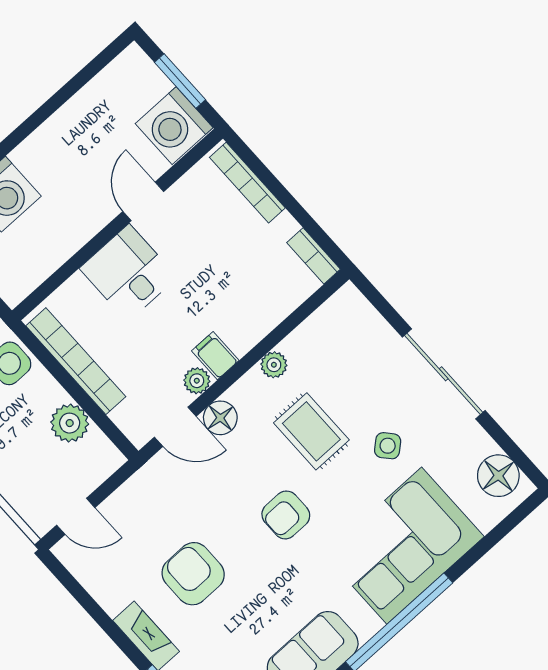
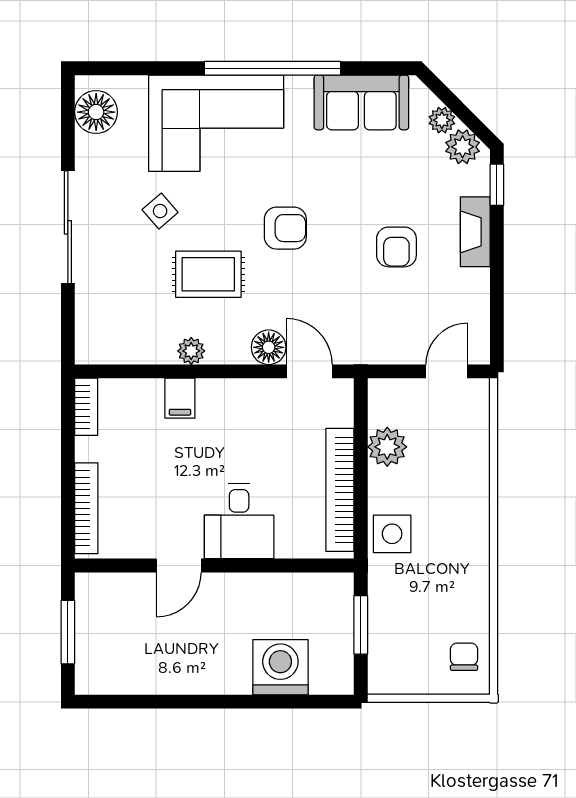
washing machine: (174, 126) -> (103, 602), removed
filing cabinet: (215, 356) -> (180, 398), moved
plant: (197, 381) -> (261, 392), removed
rug: (311, 431) -> (208, 274), turned 90
door: (76, 516) -> (447, 371), hinge flipped
armchair: (193, 574) -> (396, 247), width x0.72, depth x0.72

